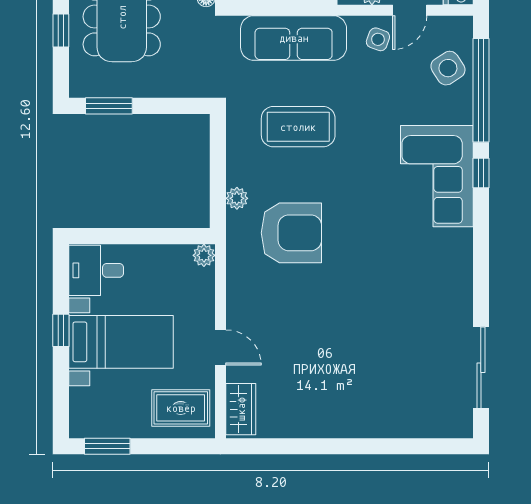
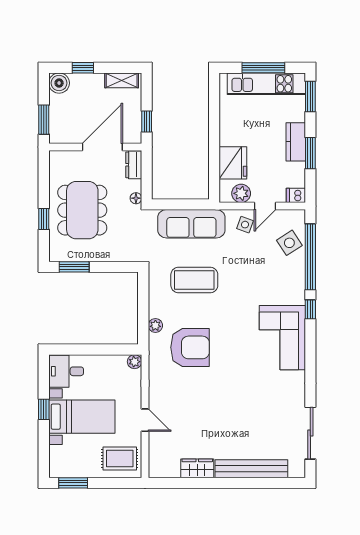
corner sofa: (437, 176) -> (282, 338), moved
wardrobe: (241, 409) -> (197, 468), moved, turned -90
bench: (388, 424) -> (251, 469), added

